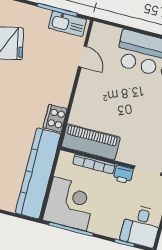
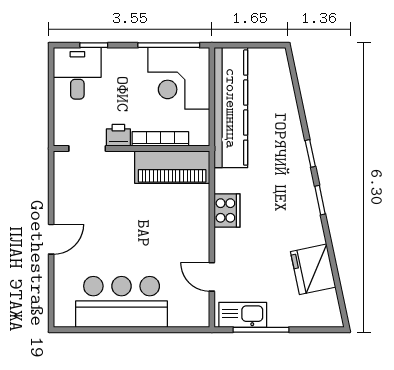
cooker: (55, 118) -> (227, 210), moved

